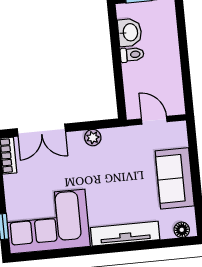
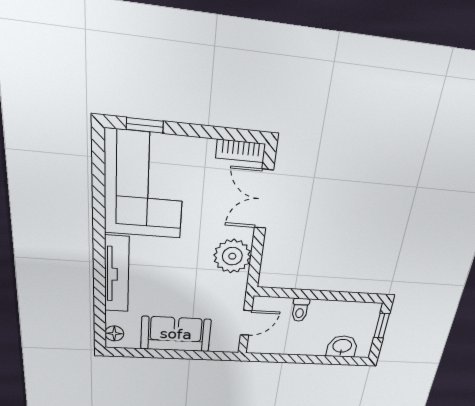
washbasin: (130, 32) -> (342, 346), moved, turned 180
toilet: (132, 55) -> (300, 310), moved
plant: (93, 138) -> (232, 256), width x1.87, depth x1.87

